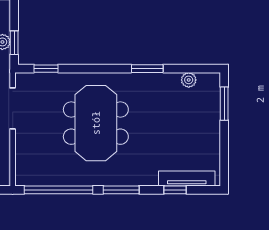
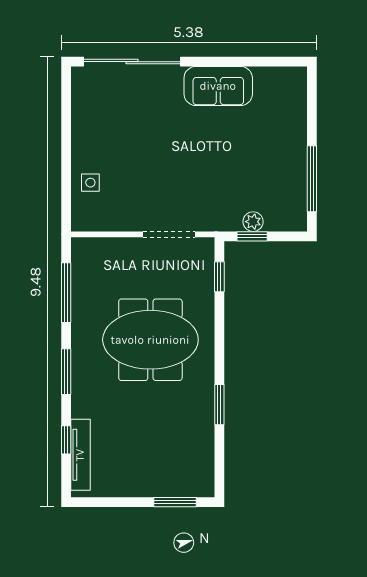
plant: (189, 80) -> (205, 457), removed
window: (59, 190) -> (66, 293), width x0.68

